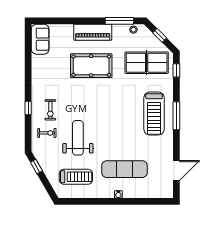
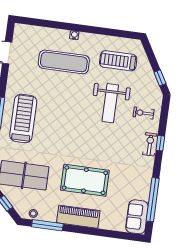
window: (28, 56) -> (153, 200), added
exercise bike: (50, 110) -> (150, 144), moved

